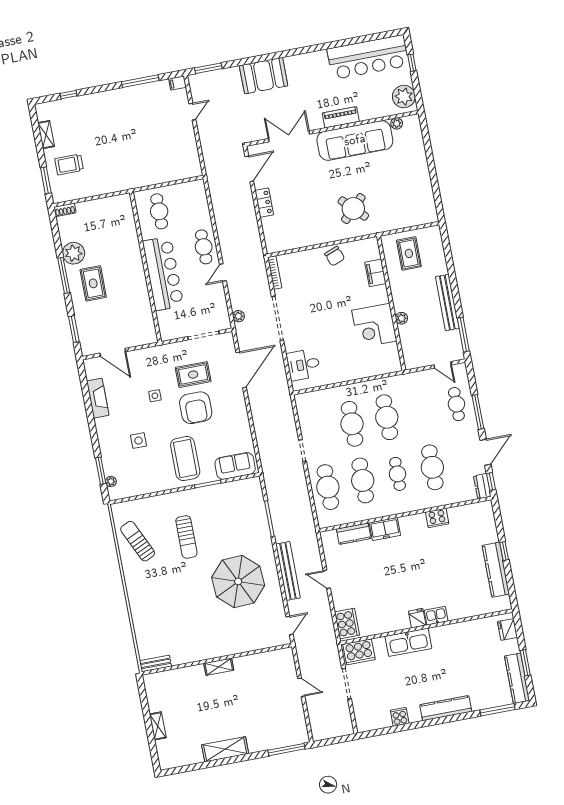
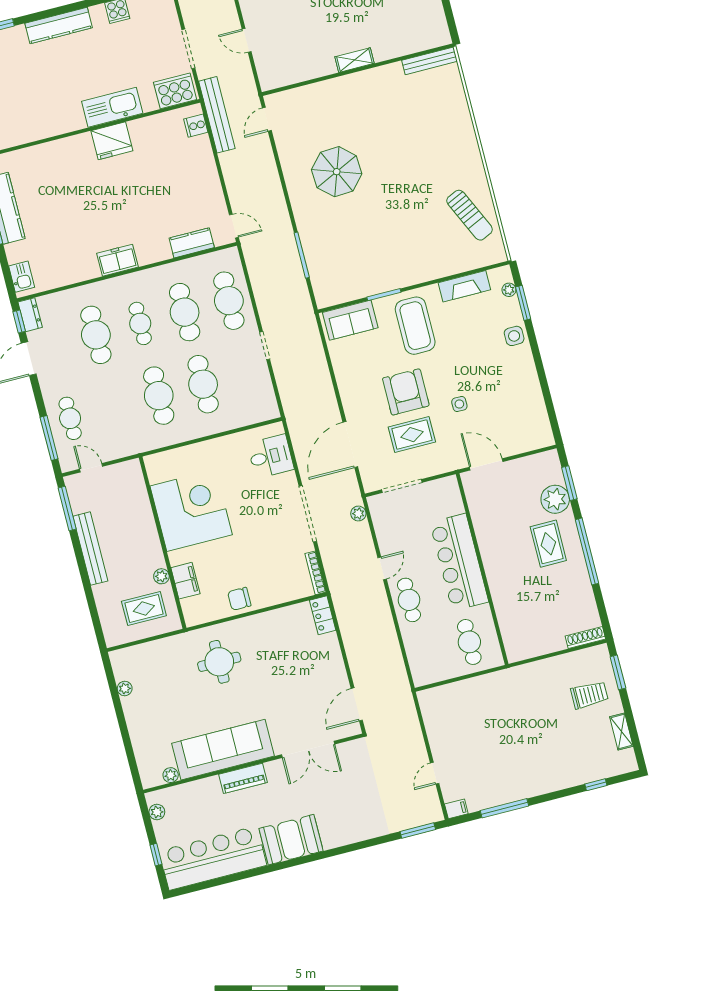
booth: (264, 76) -> (291, 840), moved
plant: (404, 97) -> (157, 812), width x0.53, depth x0.53
plant: (428, 193) -> (125, 688), added
locker: (264, 203) -> (323, 615), moved
round table: (353, 209) -> (219, 662), turned 45
shoe rack: (65, 210) -> (585, 638), width x1.43
plant: (74, 253) -> (555, 499), moved
rug: (409, 253) -> (144, 608), turned 90
chair: (335, 256) -> (239, 599), turned -69
window: (64, 275) -> (587, 551), width x1.46
plant: (401, 318) -> (161, 576), moved
corner desk: (374, 326) -> (191, 510), width x1.36, depth x1.36
door: (113, 352) -> (486, 464), moved
fireplace: (98, 398) -> (464, 286), moved, turned -90
window: (478, 412) -> (49, 438), moved
side table: (138, 441) -> (514, 336), moved
cooker: (437, 518) -> (86, 270), removed
freezer: (385, 529) -> (117, 260), moved
sun lounger: (186, 537) -> (407, 225), removed
bench: (288, 571) -> (217, 115), moved
door: (327, 579) -> (234, 226), moved
parasol: (238, 581) -> (337, 172), width x0.73, depth x0.73
kitchen sink: (436, 616) -> (22, 277), moved, turned -90
fridge: (417, 618) -> (112, 141), width x1.88, depth x1.34
cooker: (347, 624) -> (196, 126), width x0.53, depth x0.76
bench: (155, 663) -> (429, 61), width x1.36

